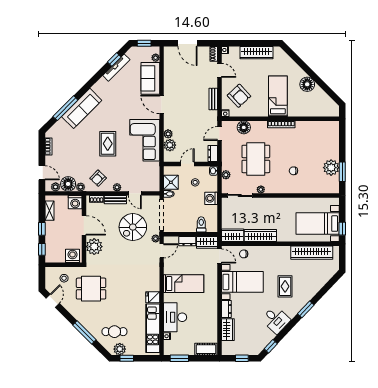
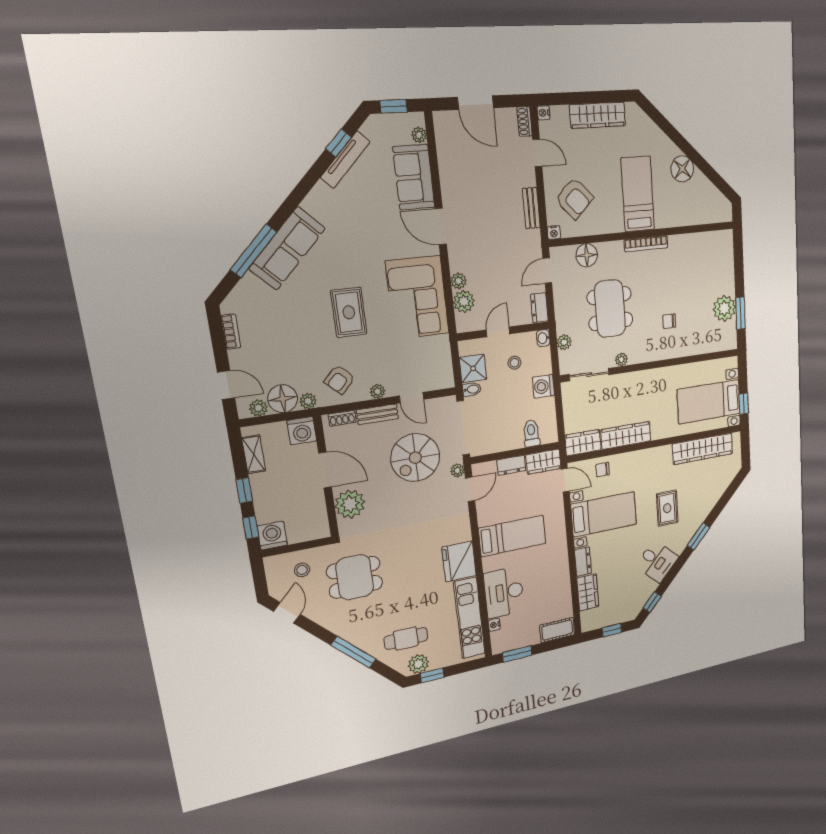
washing machine: (72, 256) -> (272, 536), moved
fridge: (153, 297) -> (459, 561), width x1.88, depth x1.34

